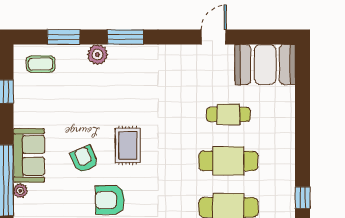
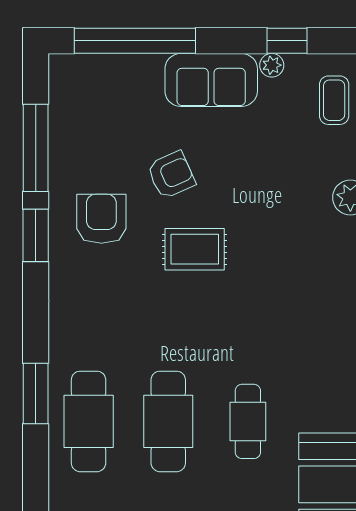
sofa: (29, 155) -> (211, 80), moved
plant: (20, 191) -> (272, 65), moved

